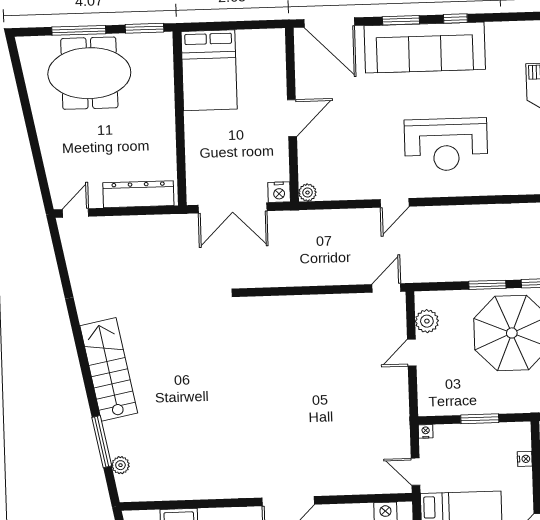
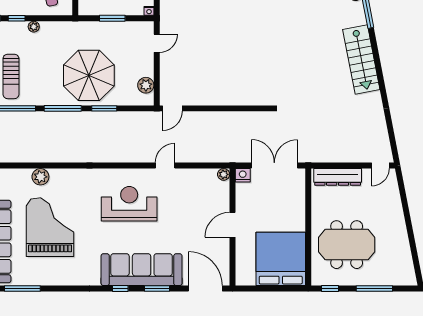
window: (144, 28) -> (330, 289), width x0.67
bed: (209, 70) -> (281, 259), width x1.36
meeting table: (89, 73) -> (347, 245), moved
door: (412, 353) -> (157, 43), moved

